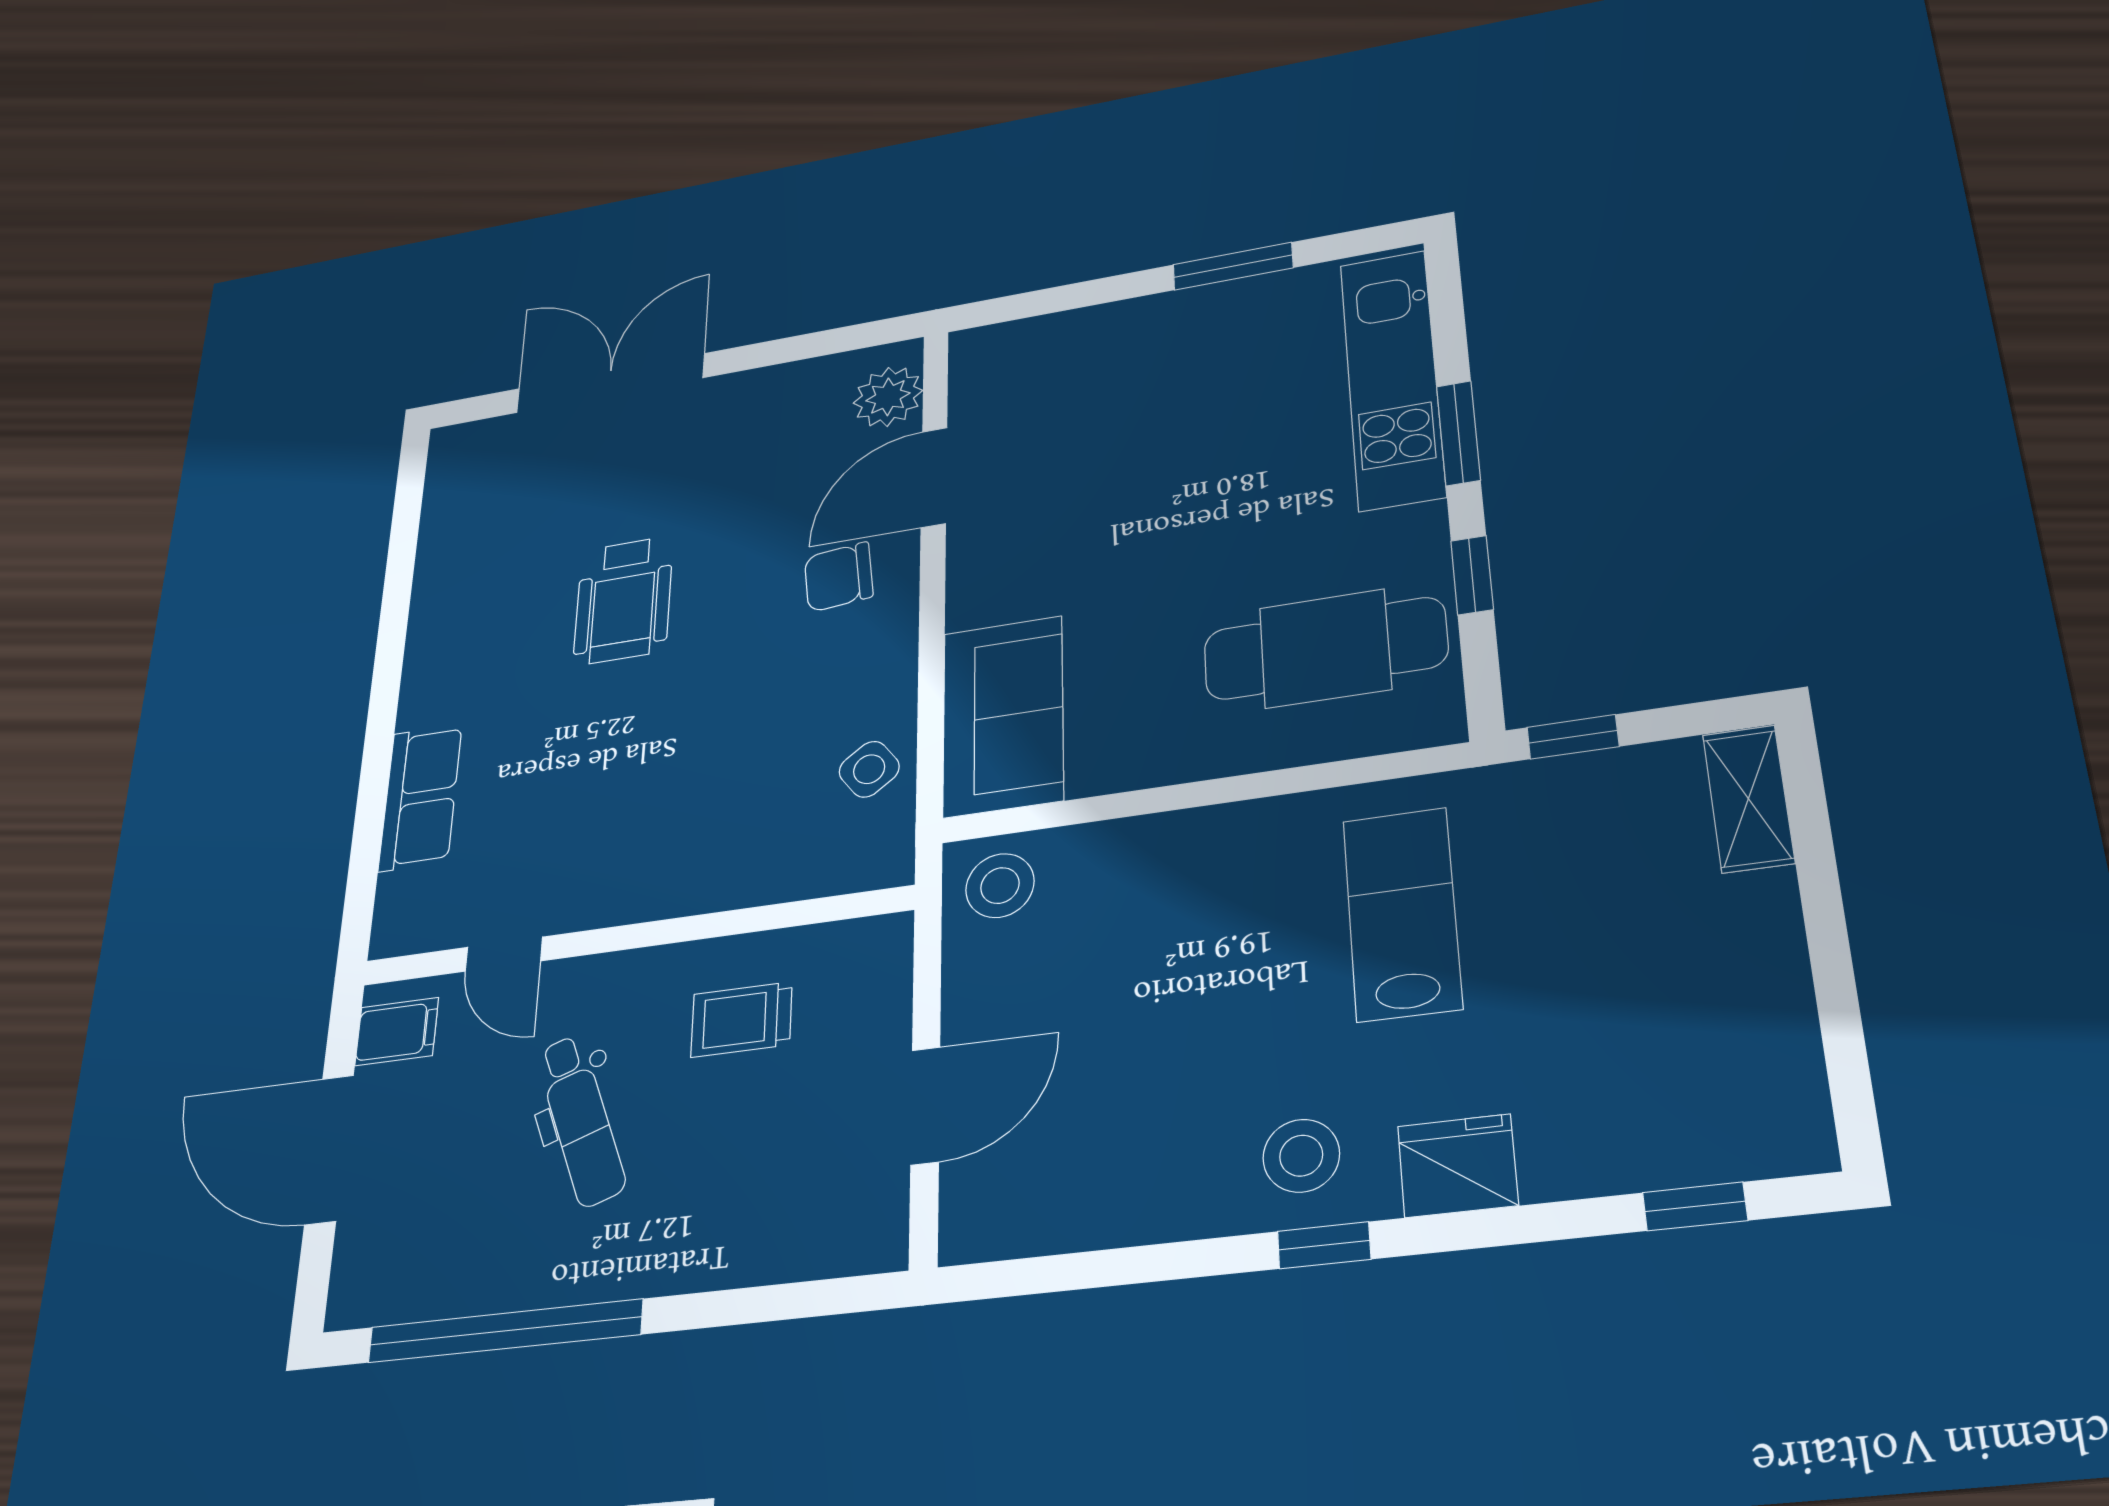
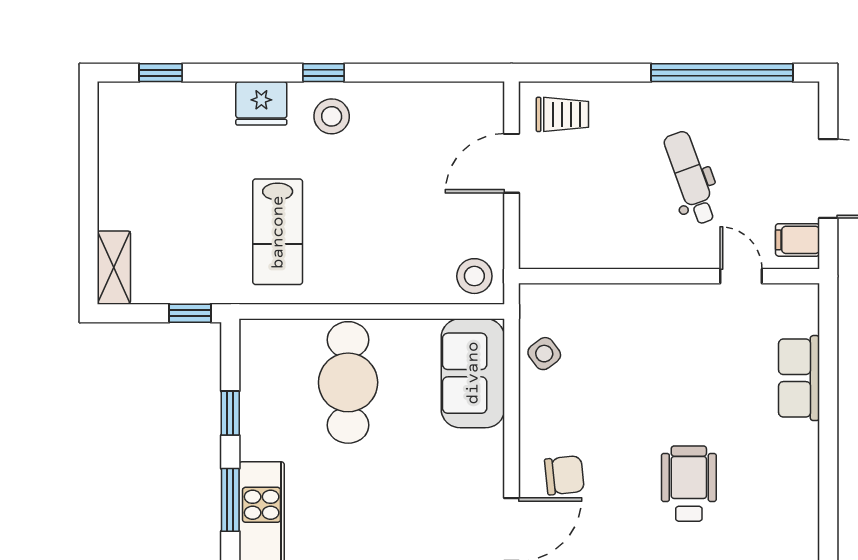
cafe table: (1325, 648) -> (348, 382), moved, turned 90
trolley: (741, 1019) -> (562, 114), moved

